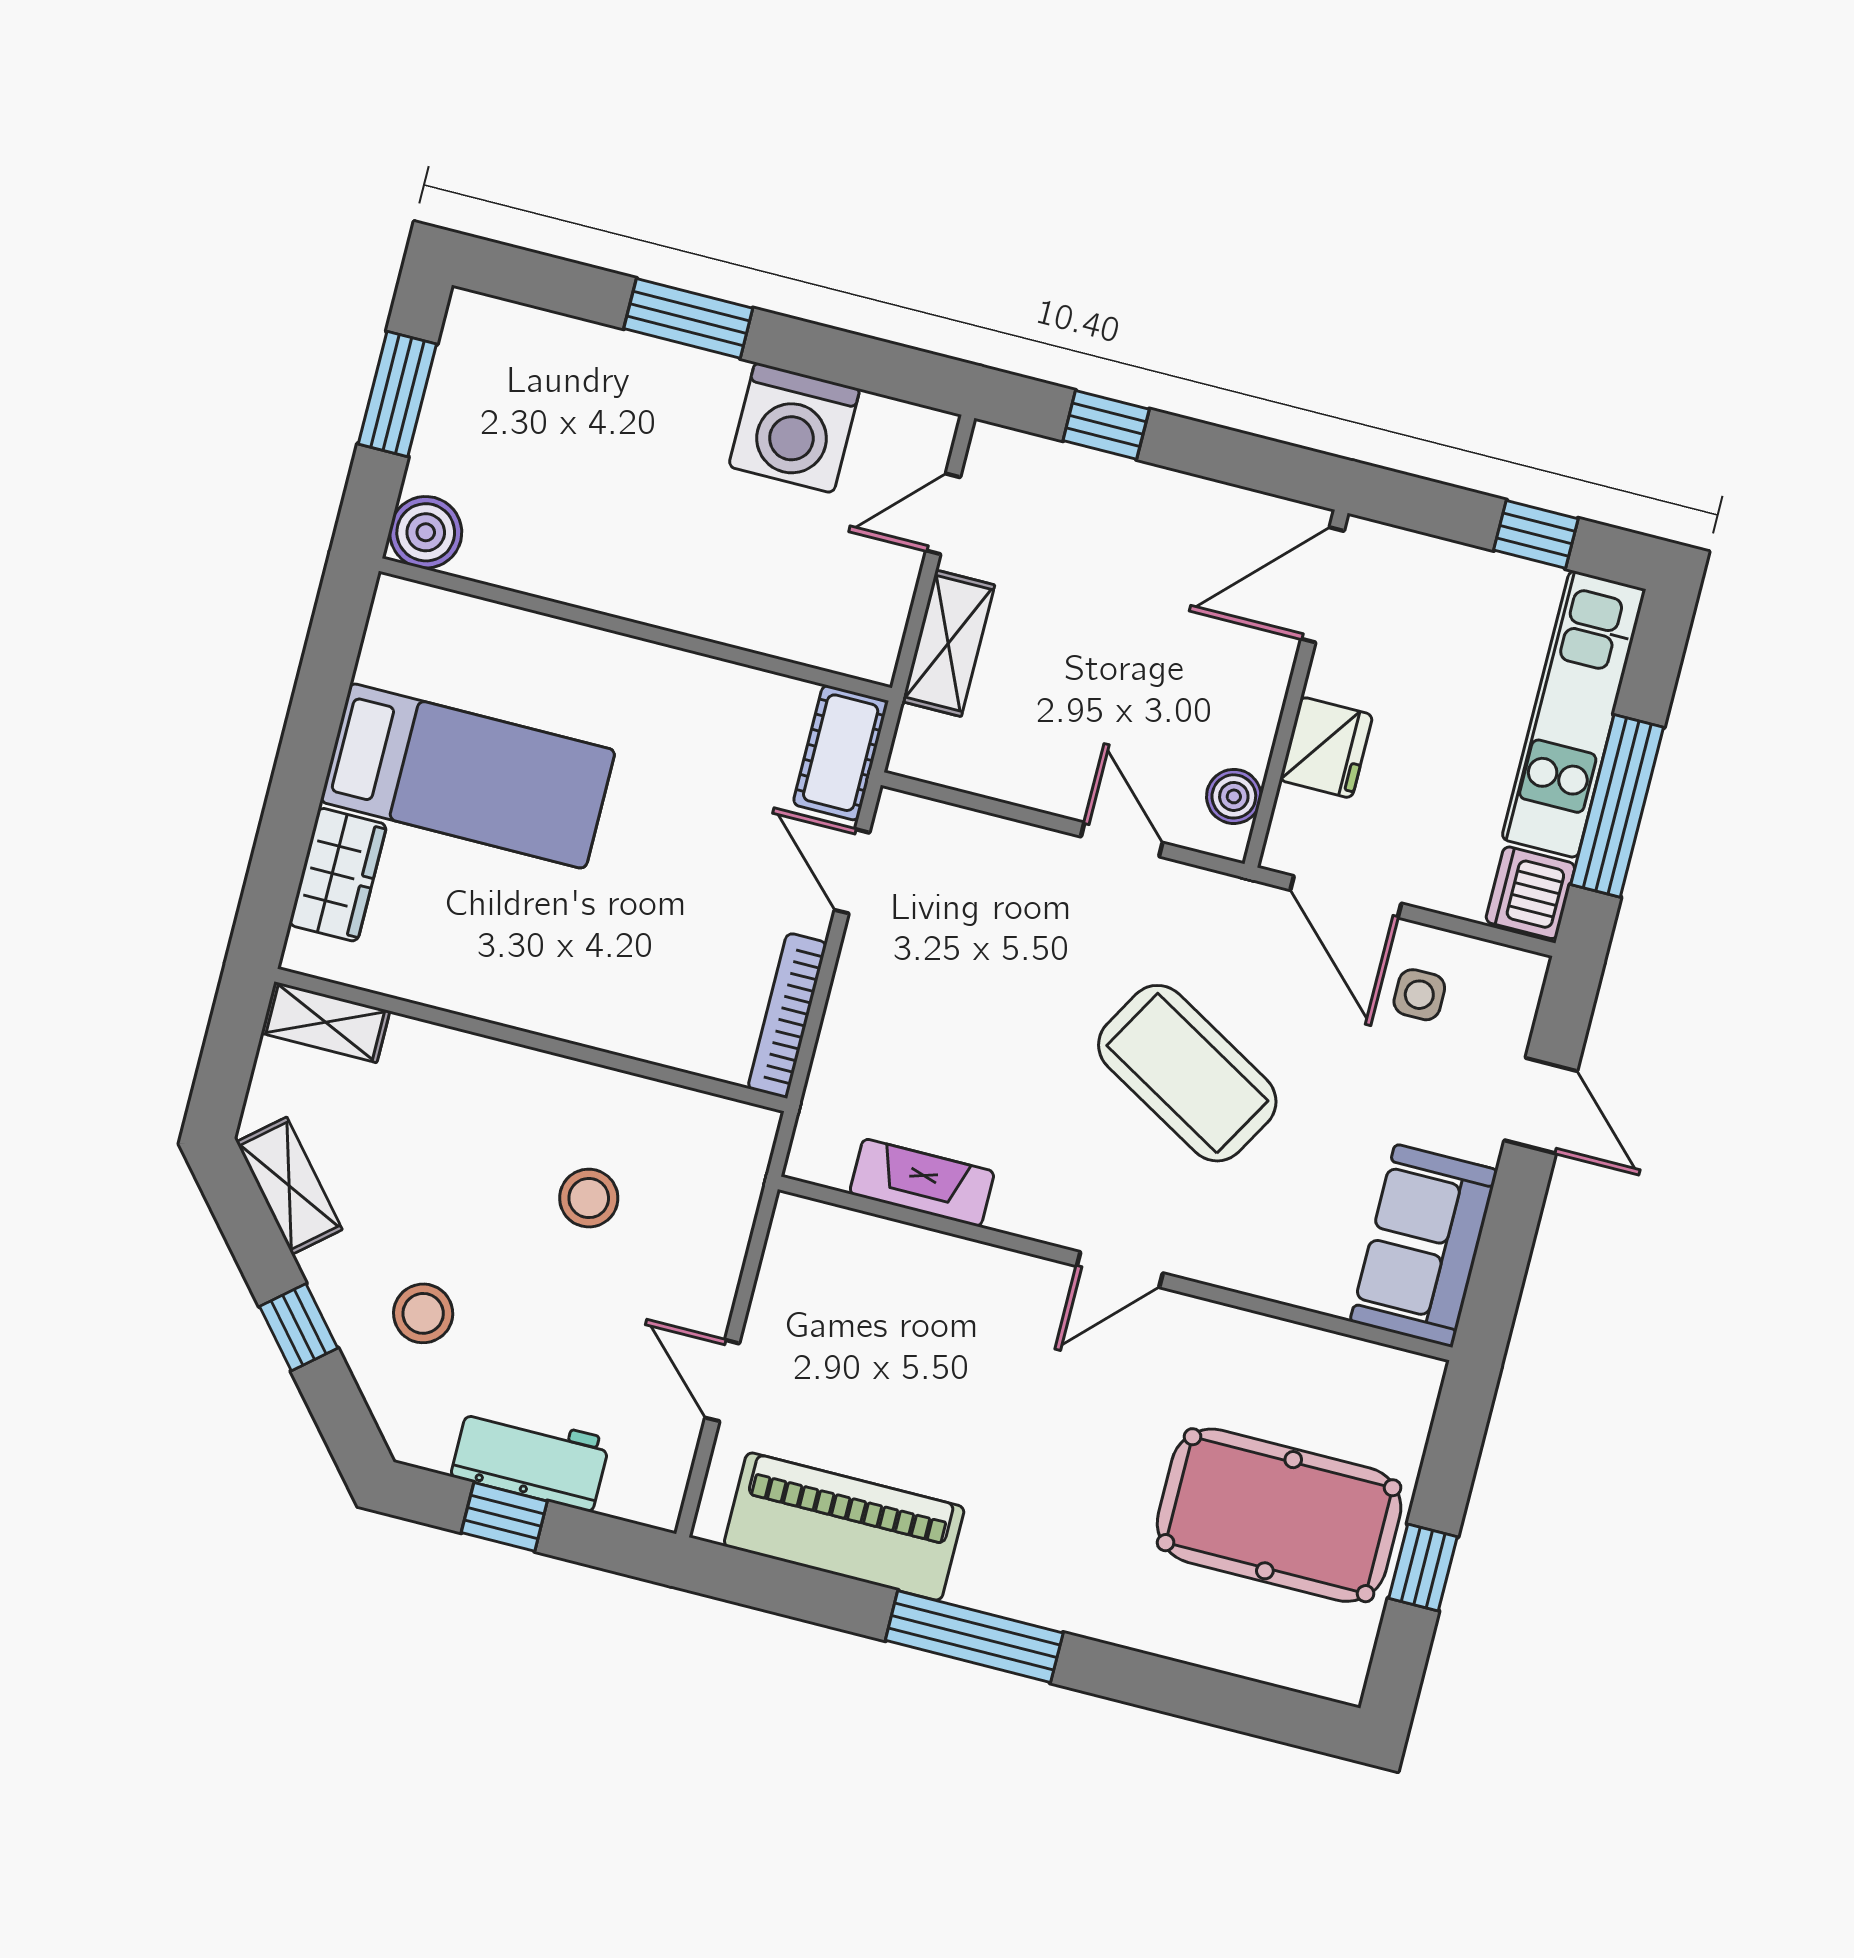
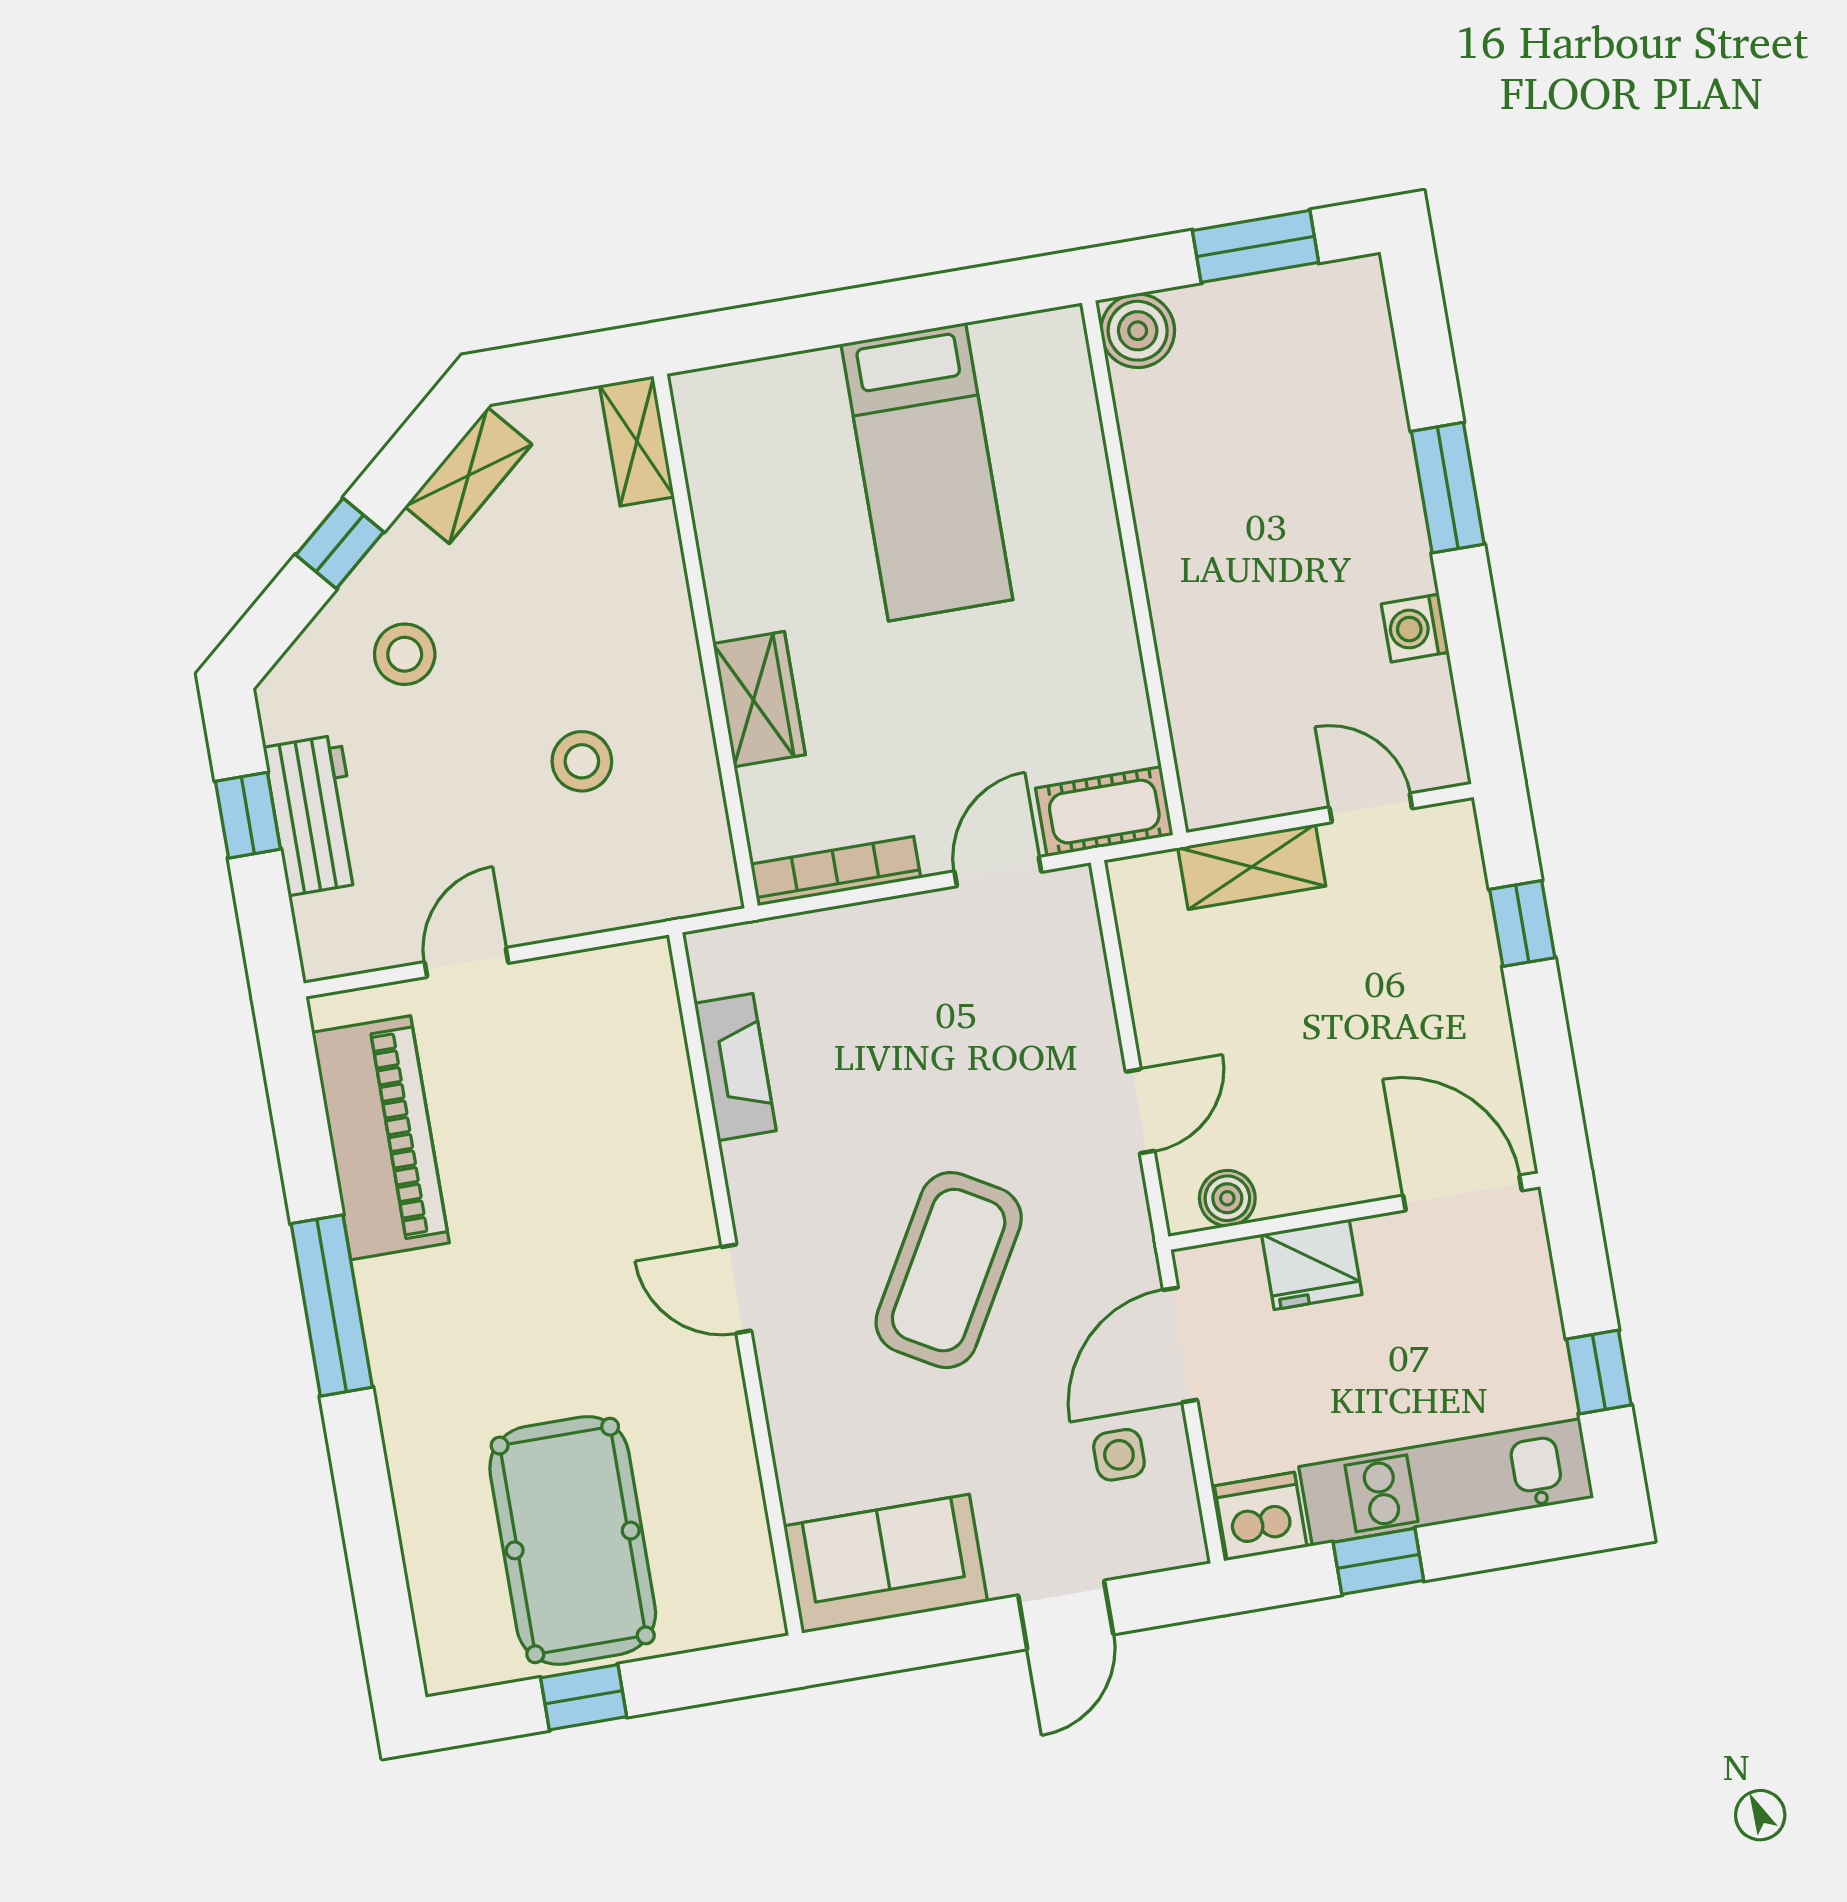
washing machine: (794, 428) -> (1415, 628), width x0.53, depth x0.53
window: (1617, 806) -> (1378, 1561), width x0.46
wardrobe: (338, 875) -> (759, 699), moved, turned -90

